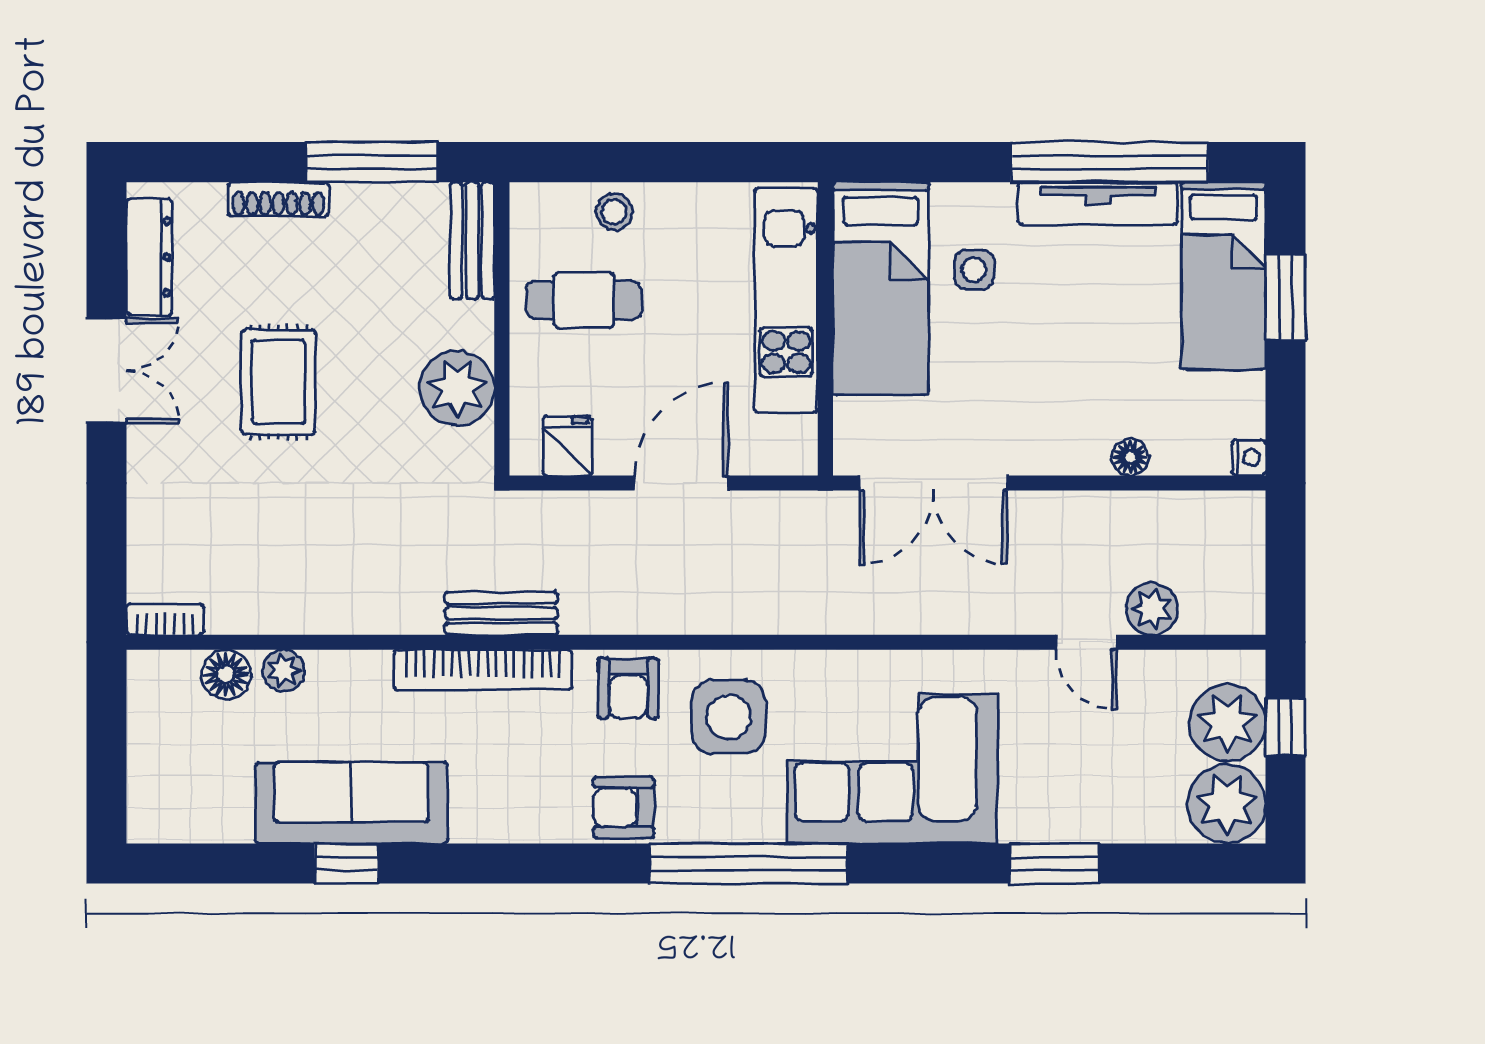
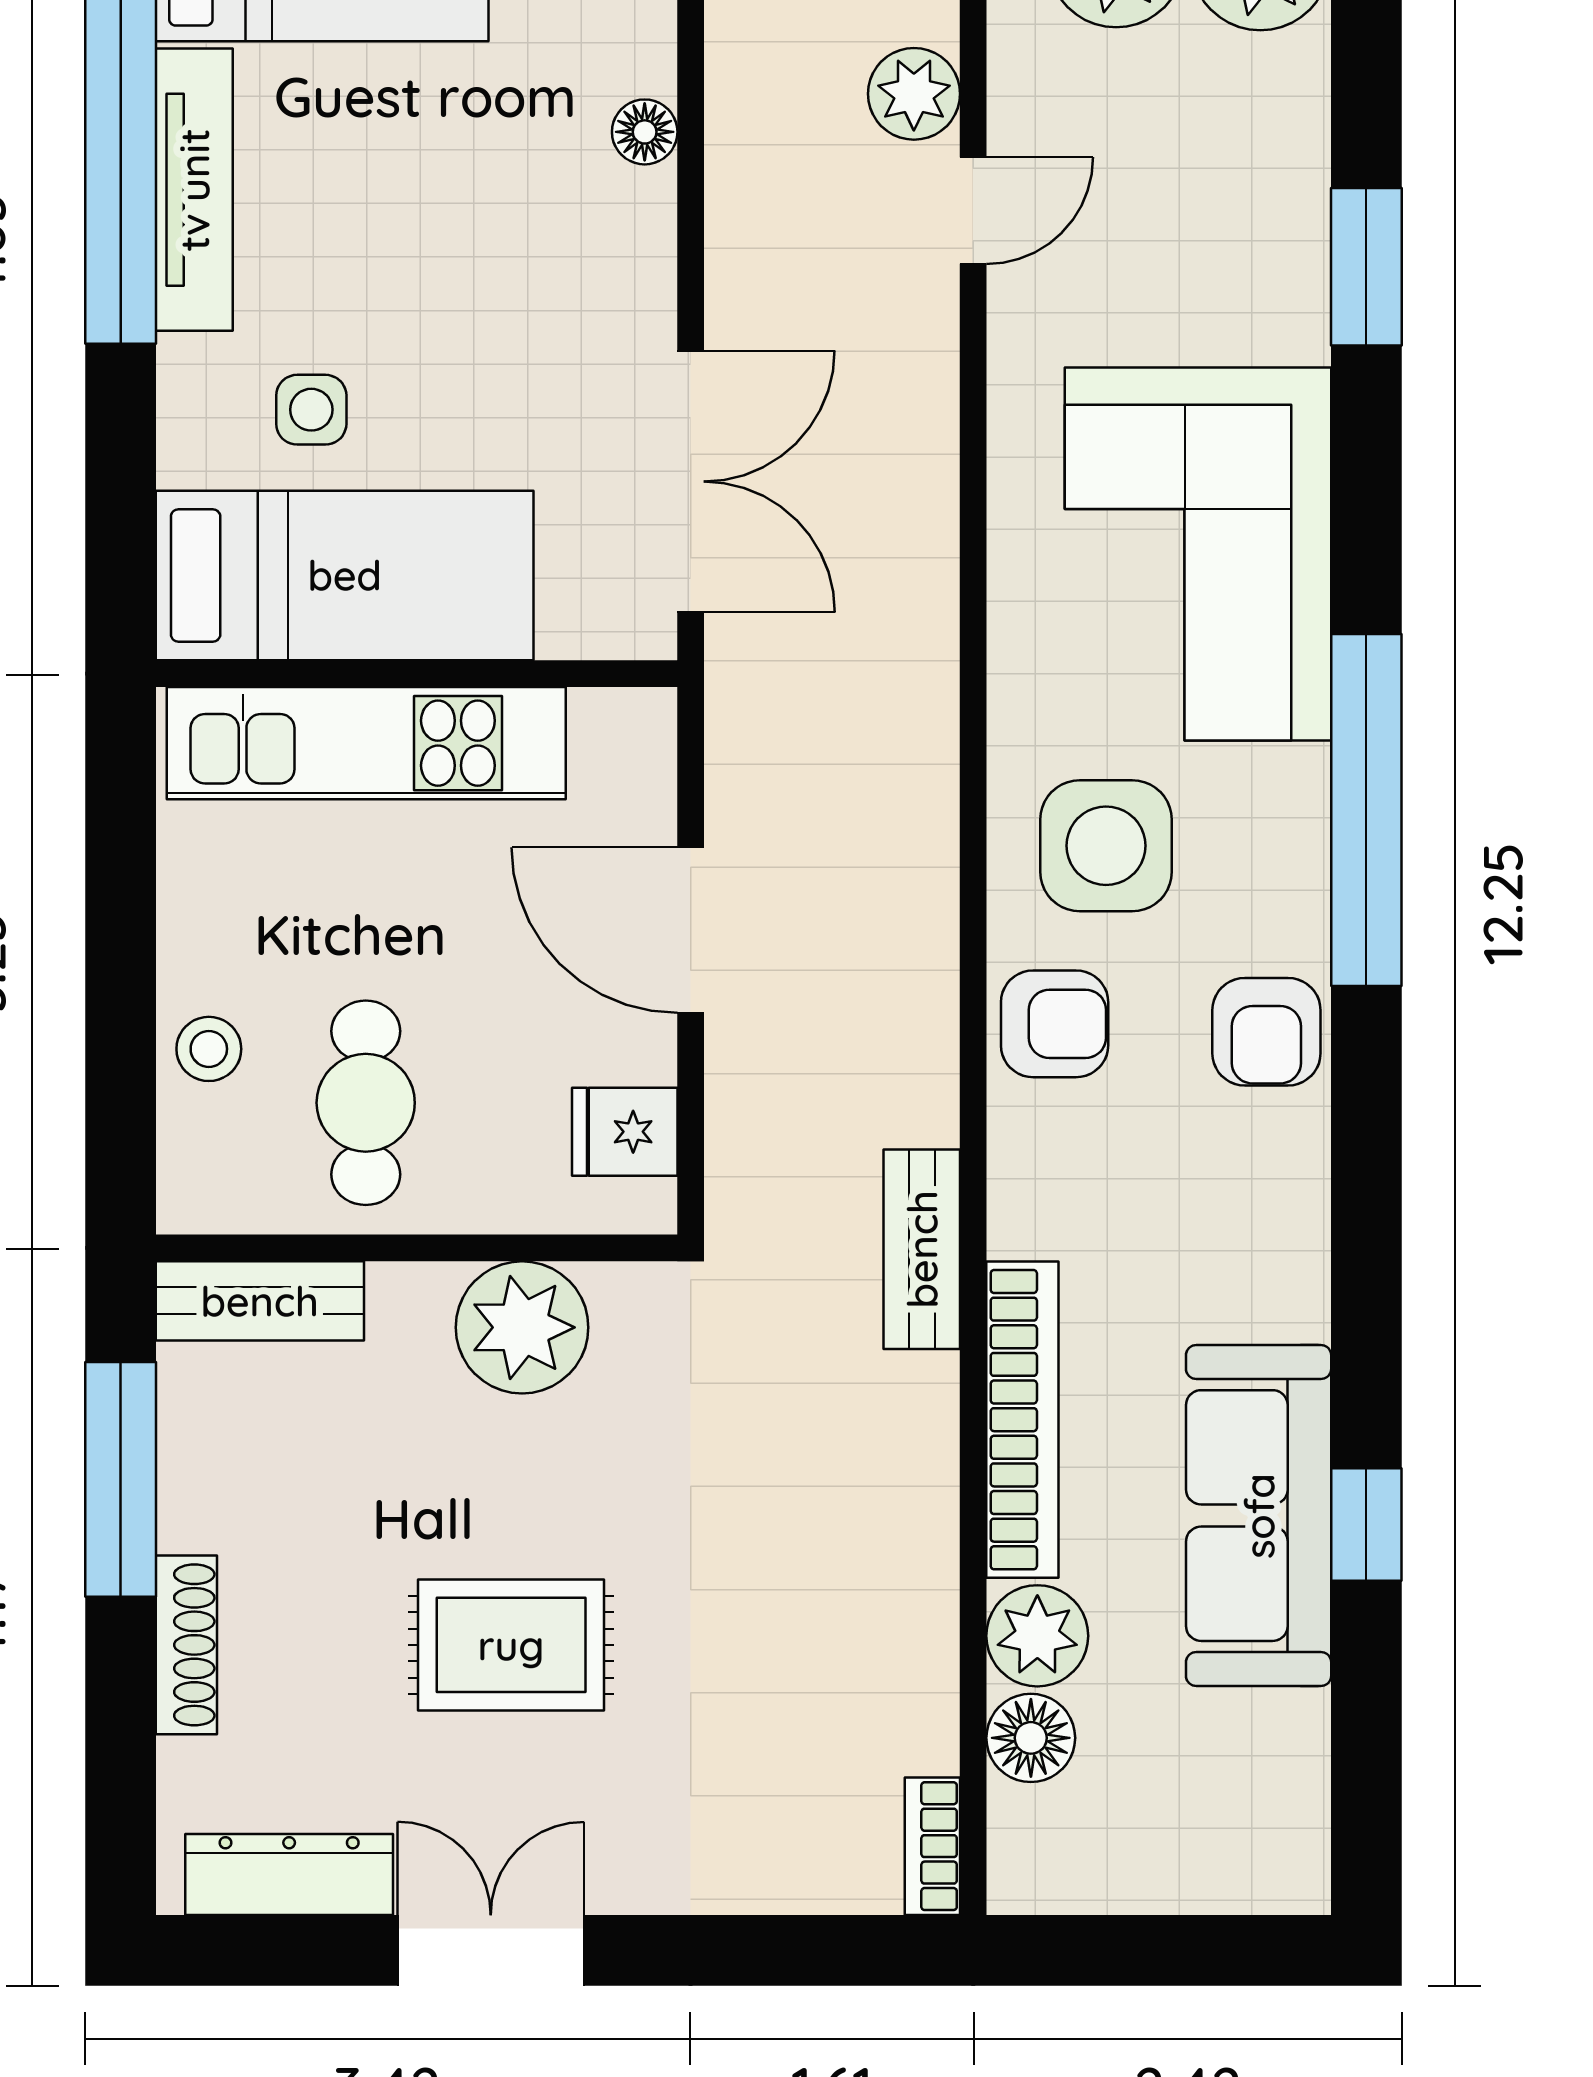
plant: (284, 670) -> (1037, 1636), width x1.38, depth x1.38
bookcase: (483, 670) -> (1022, 1420), moved

